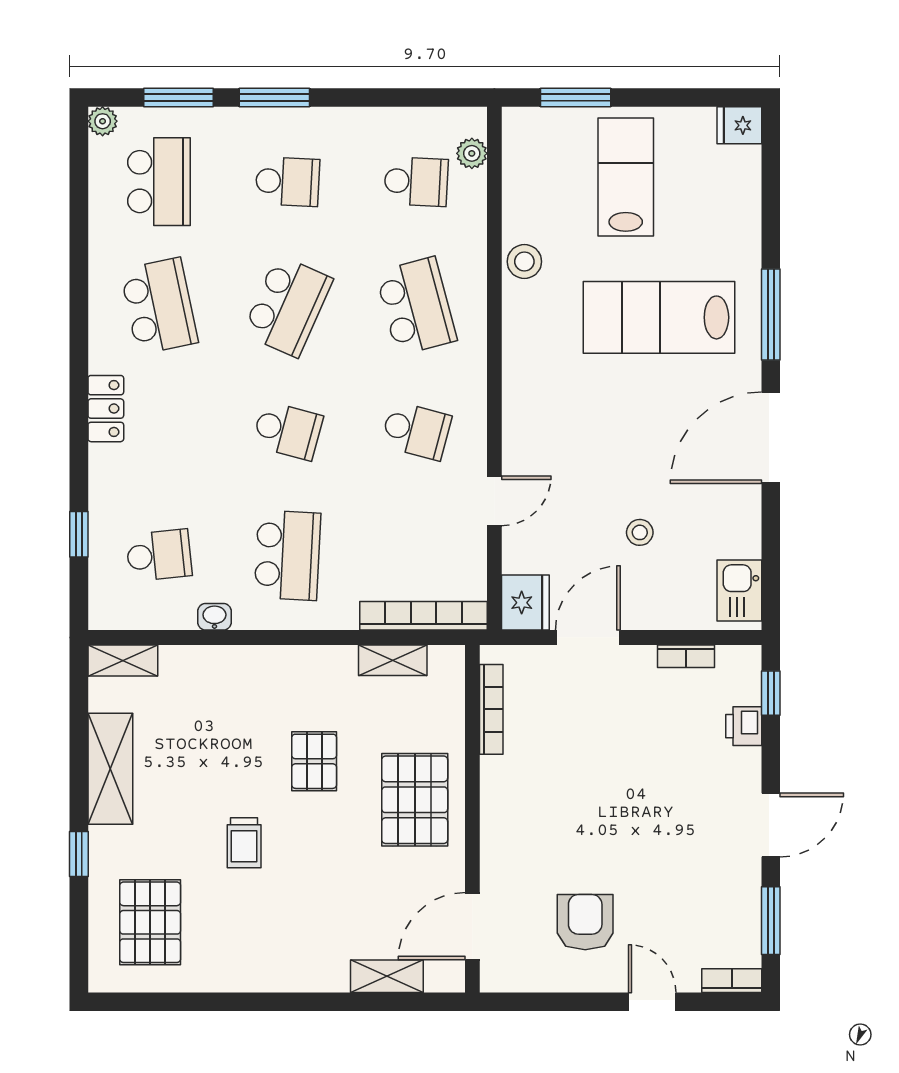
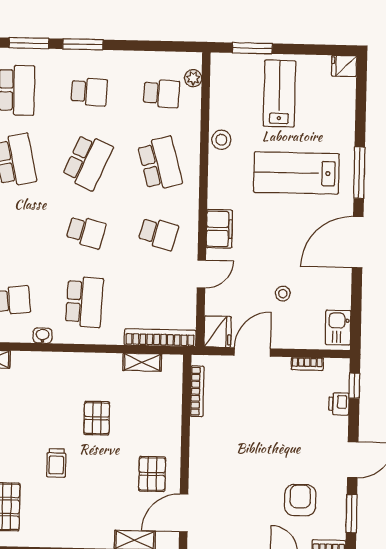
filing cabinet: (524, 420) -> (219, 229), added
pallet: (415, 800) -> (152, 474), moved, width x0.67, depth x0.71
armchair: (585, 922) -> (300, 500), moved

